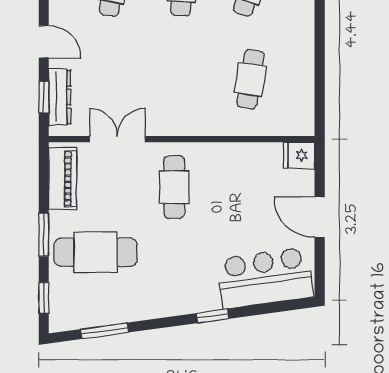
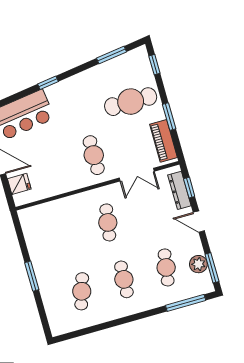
window: (320, 31) -> (32, 276), added
cafe table: (251, 79) -> (108, 222), moved
fridge: (299, 155) -> (19, 184), moved
window: (44, 235) -> (169, 117), moved

